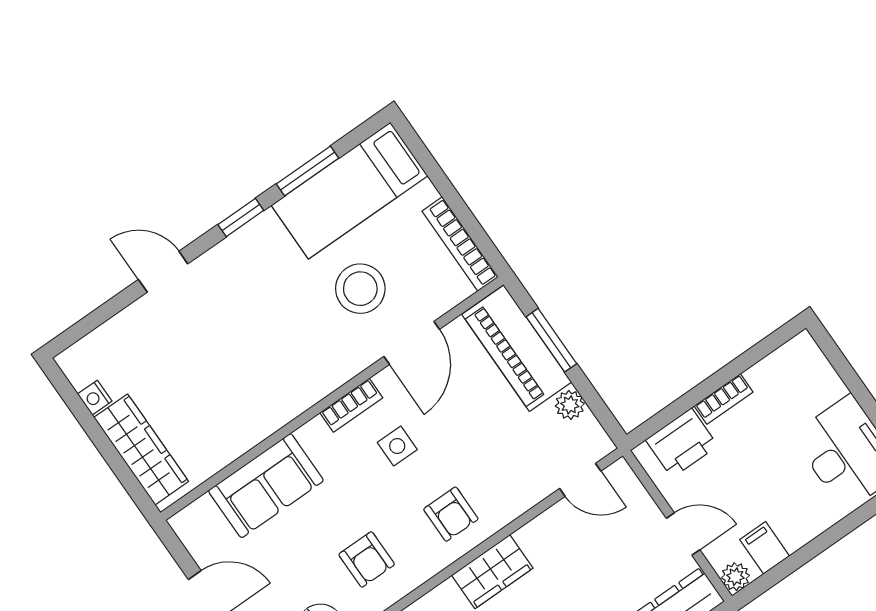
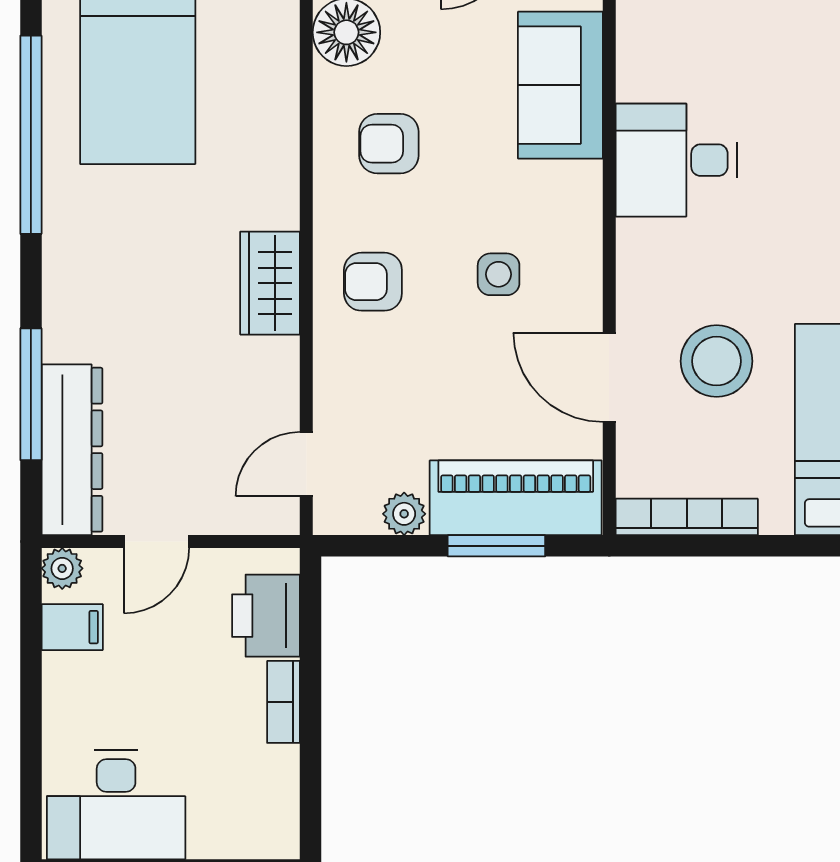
desk: (263, 390) -> (677, 160), added
bookcase: (351, 405) -> (585, 254), removed

